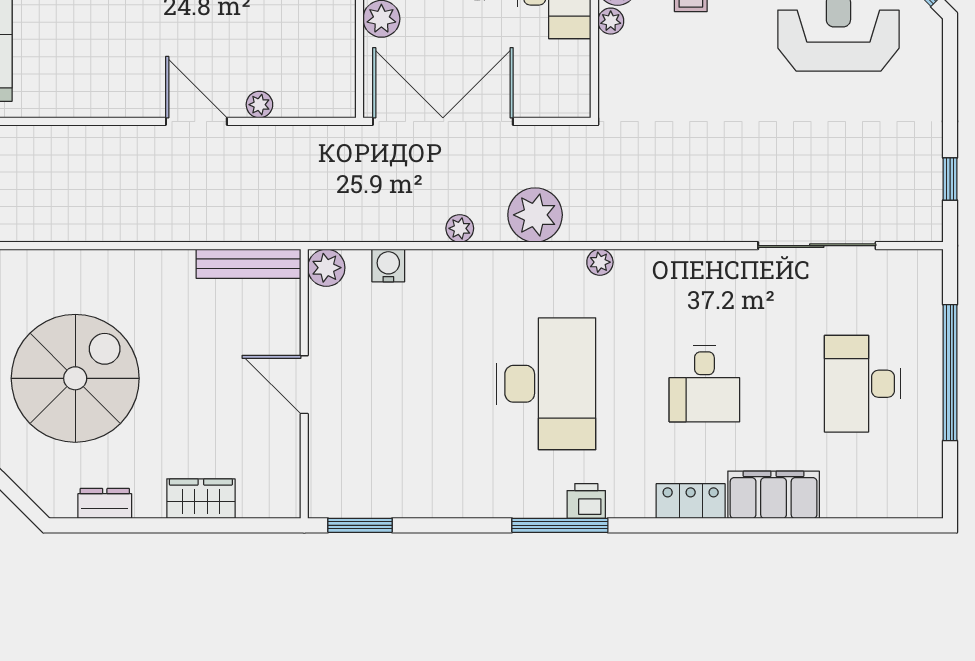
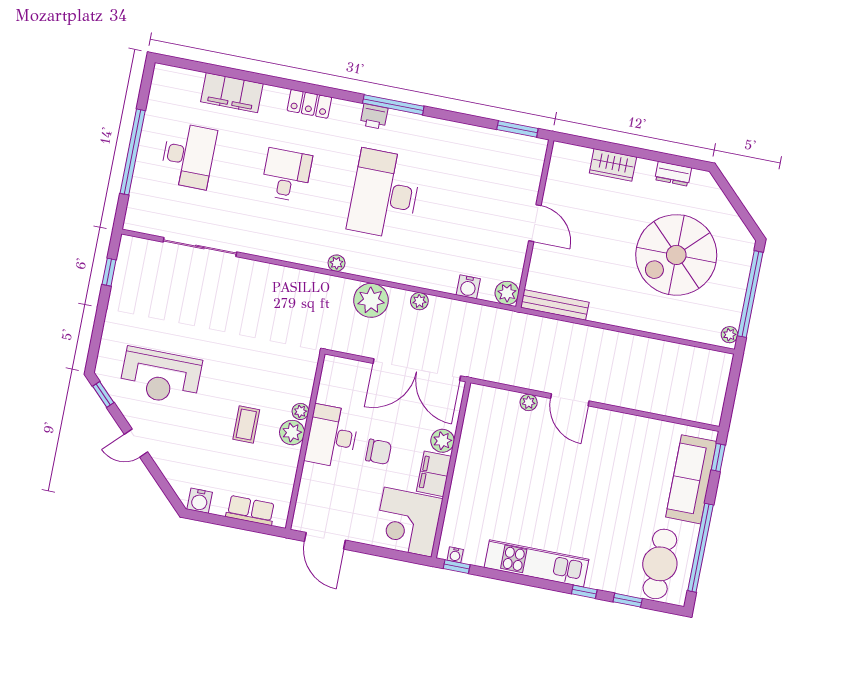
filing cabinet: (774, 495) -> (232, 93), moved

